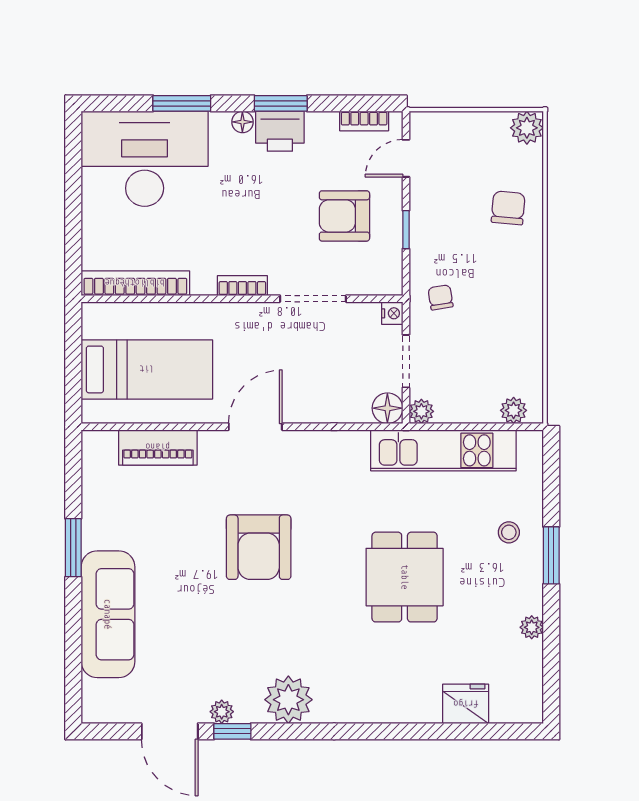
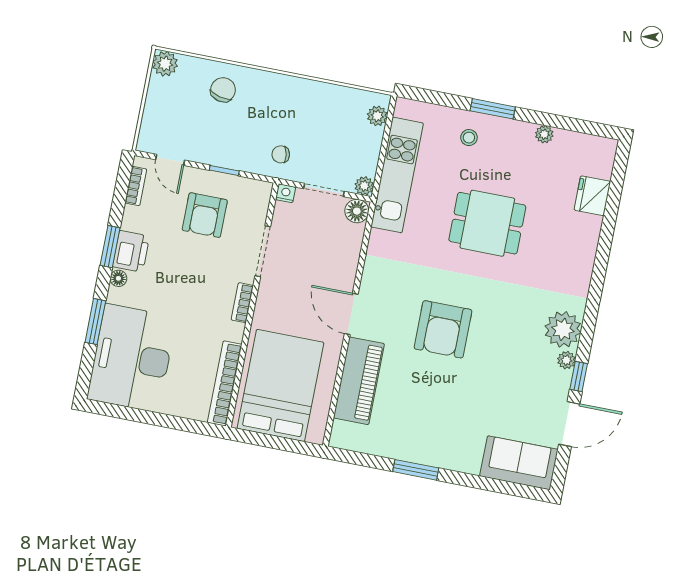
chair: (508, 208) -> (223, 90), turned 98
bed: (147, 369) -> (280, 385), width x1.50
piano: (158, 447) -> (359, 381), width x1.37, depth x1.33
armchair: (259, 547) -> (443, 329), turned 90
sofa: (108, 614) -> (519, 463), moved, width x0.73
plant: (222, 712) -> (566, 360), moved

